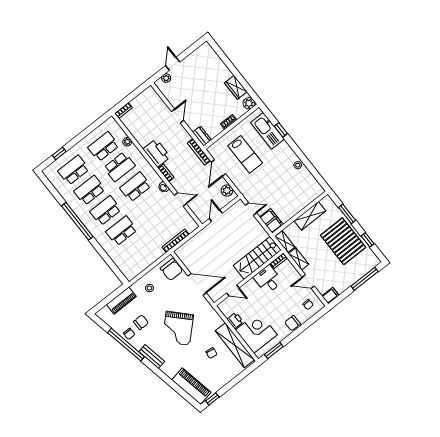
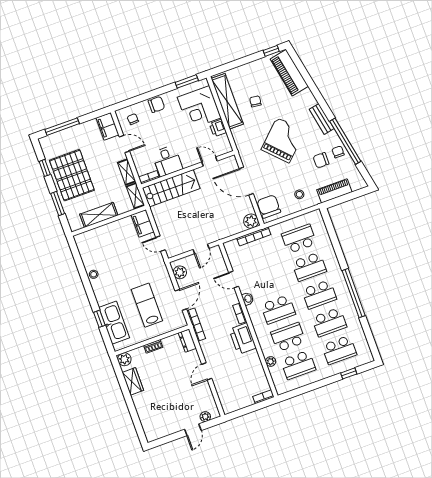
school desk: (137, 251) -> (299, 239), added
plant: (182, 253) -> (251, 221), added
filing cabinet: (330, 296) -> (107, 126), width x2.00

